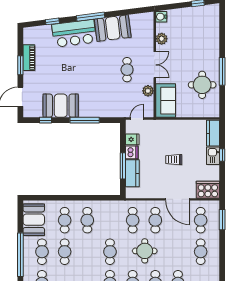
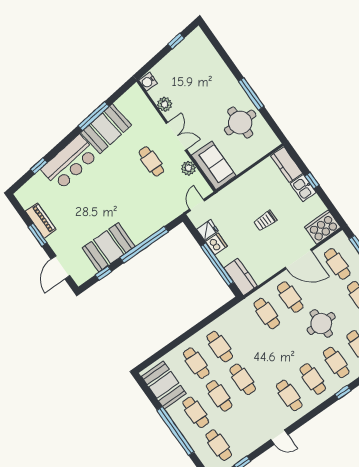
window: (91, 17) -> (94, 116), moved
window: (85, 120) -> (144, 245), width x1.46
window: (123, 166) -> (217, 264), width x1.46
kitchen counter: (132, 173) -> (241, 277), moved
round table: (145, 251) -> (321, 323), moved
cafe table: (110, 252) -> (243, 379), moved

